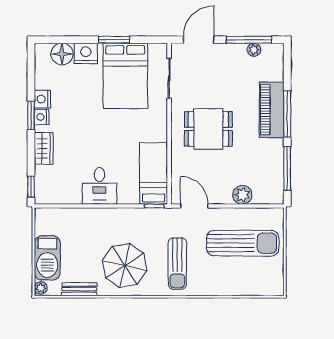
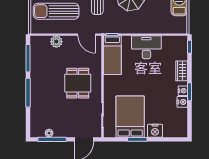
floor lamp: (62, 54) -> (170, 130), removed
piano: (272, 110) -> (38, 95), removed
dining table: (208, 129) -> (78, 83), turned 90
desk: (99, 186) -> (146, 47), width x1.37

